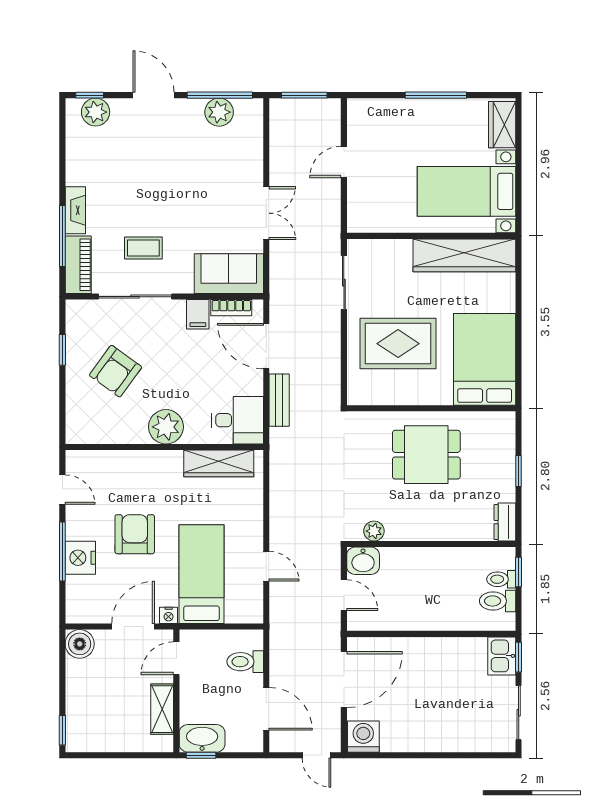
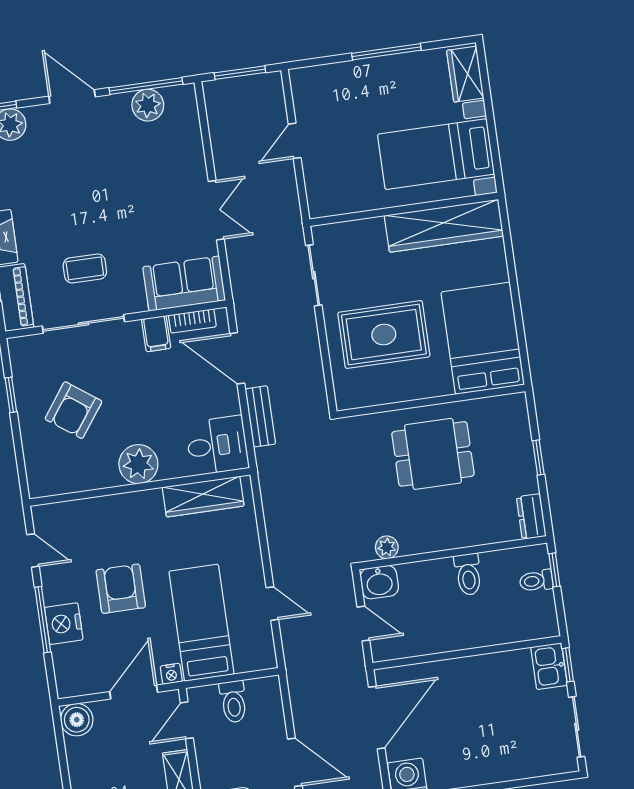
toilet: (498, 601) -> (468, 574), moved, turned -90
toilet: (245, 662) -> (233, 702), moved, turned -90

